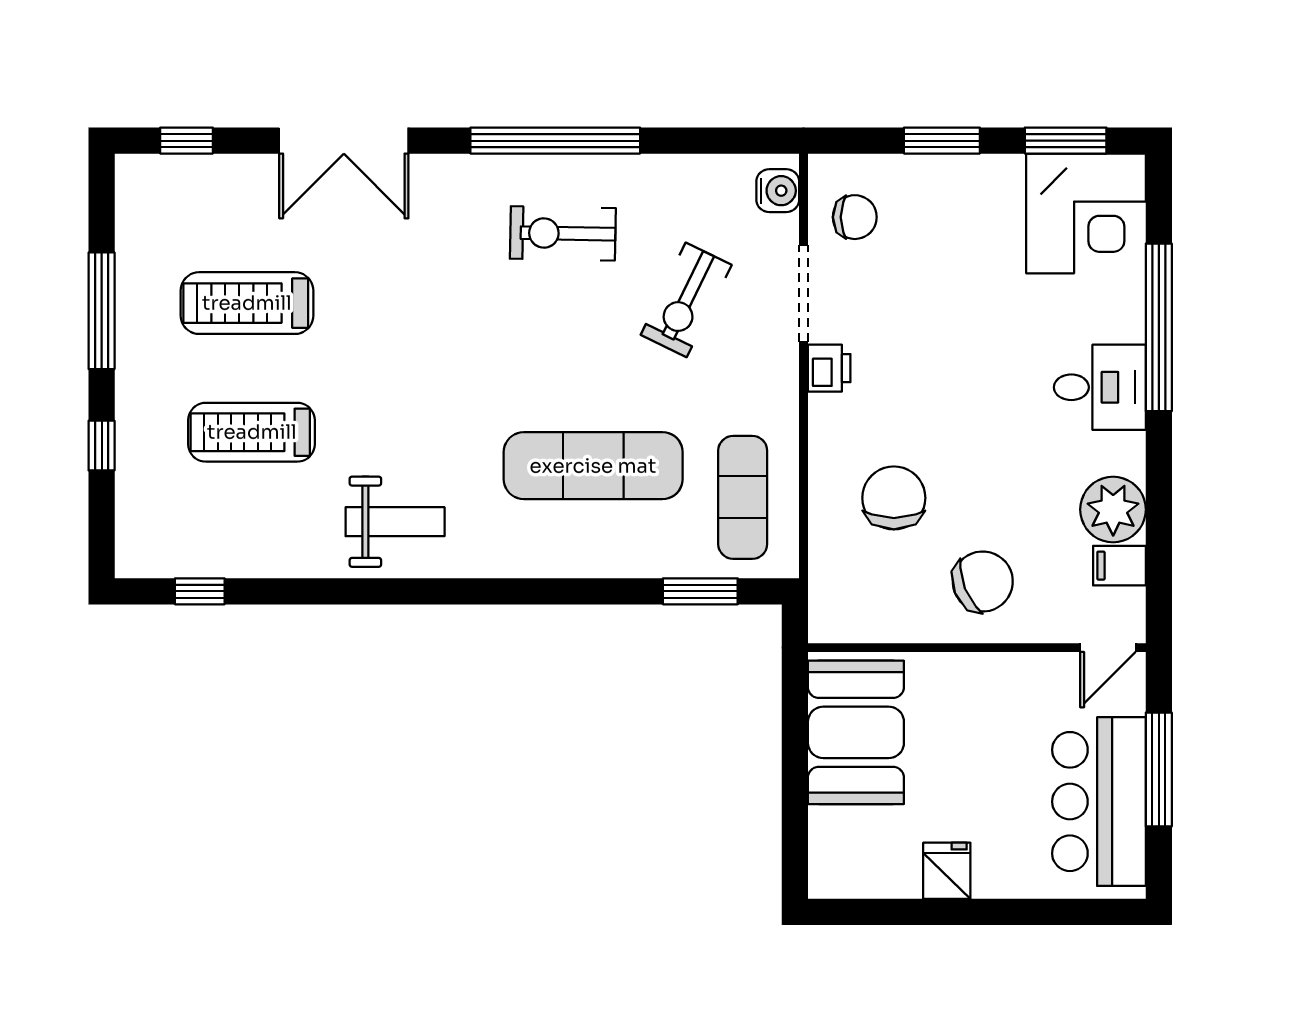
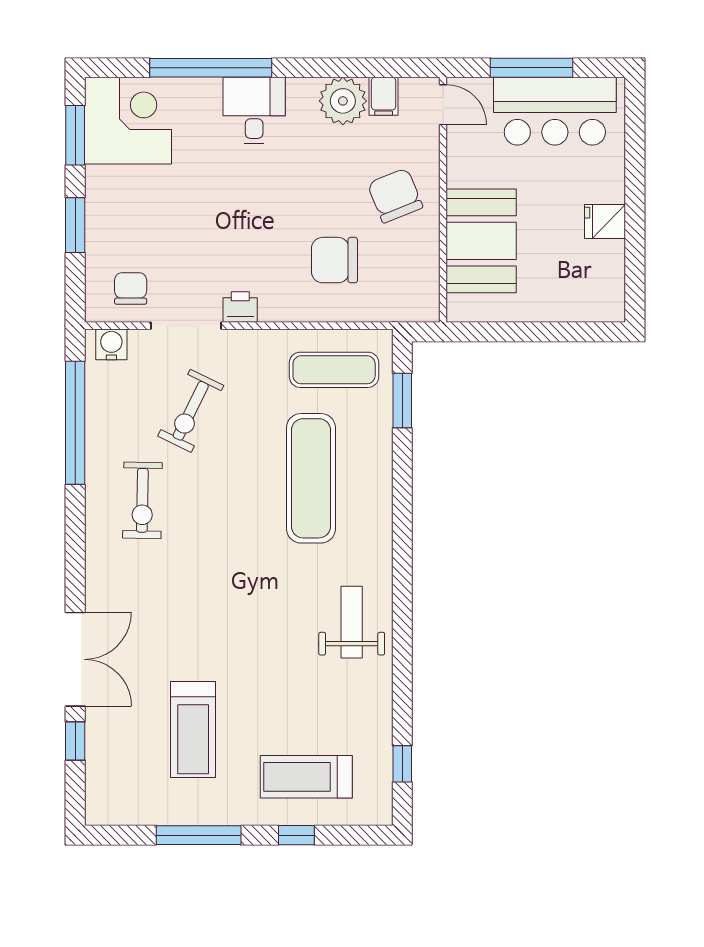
window: (186, 141) -> (75, 741), moved
window: (555, 141) -> (75, 423), moved
exercise bike: (686, 300) -> (191, 411), turned 90
treadmill: (252, 432) -> (306, 777), moved, turned 90
booth: (856, 732) -> (481, 241), moved, turned 90

